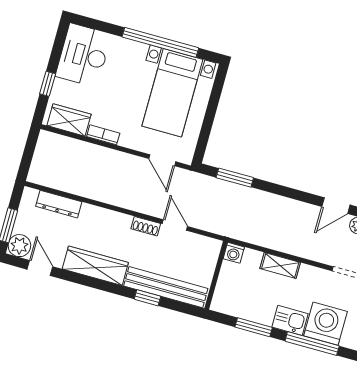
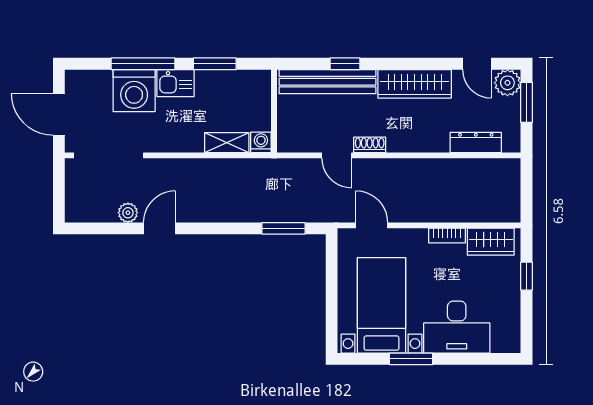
window: (160, 42) -> (411, 359), width x0.47
desk: (83, 55) -> (457, 327), moved, turned 90
shelving: (280, 265) -> (227, 143), moved

